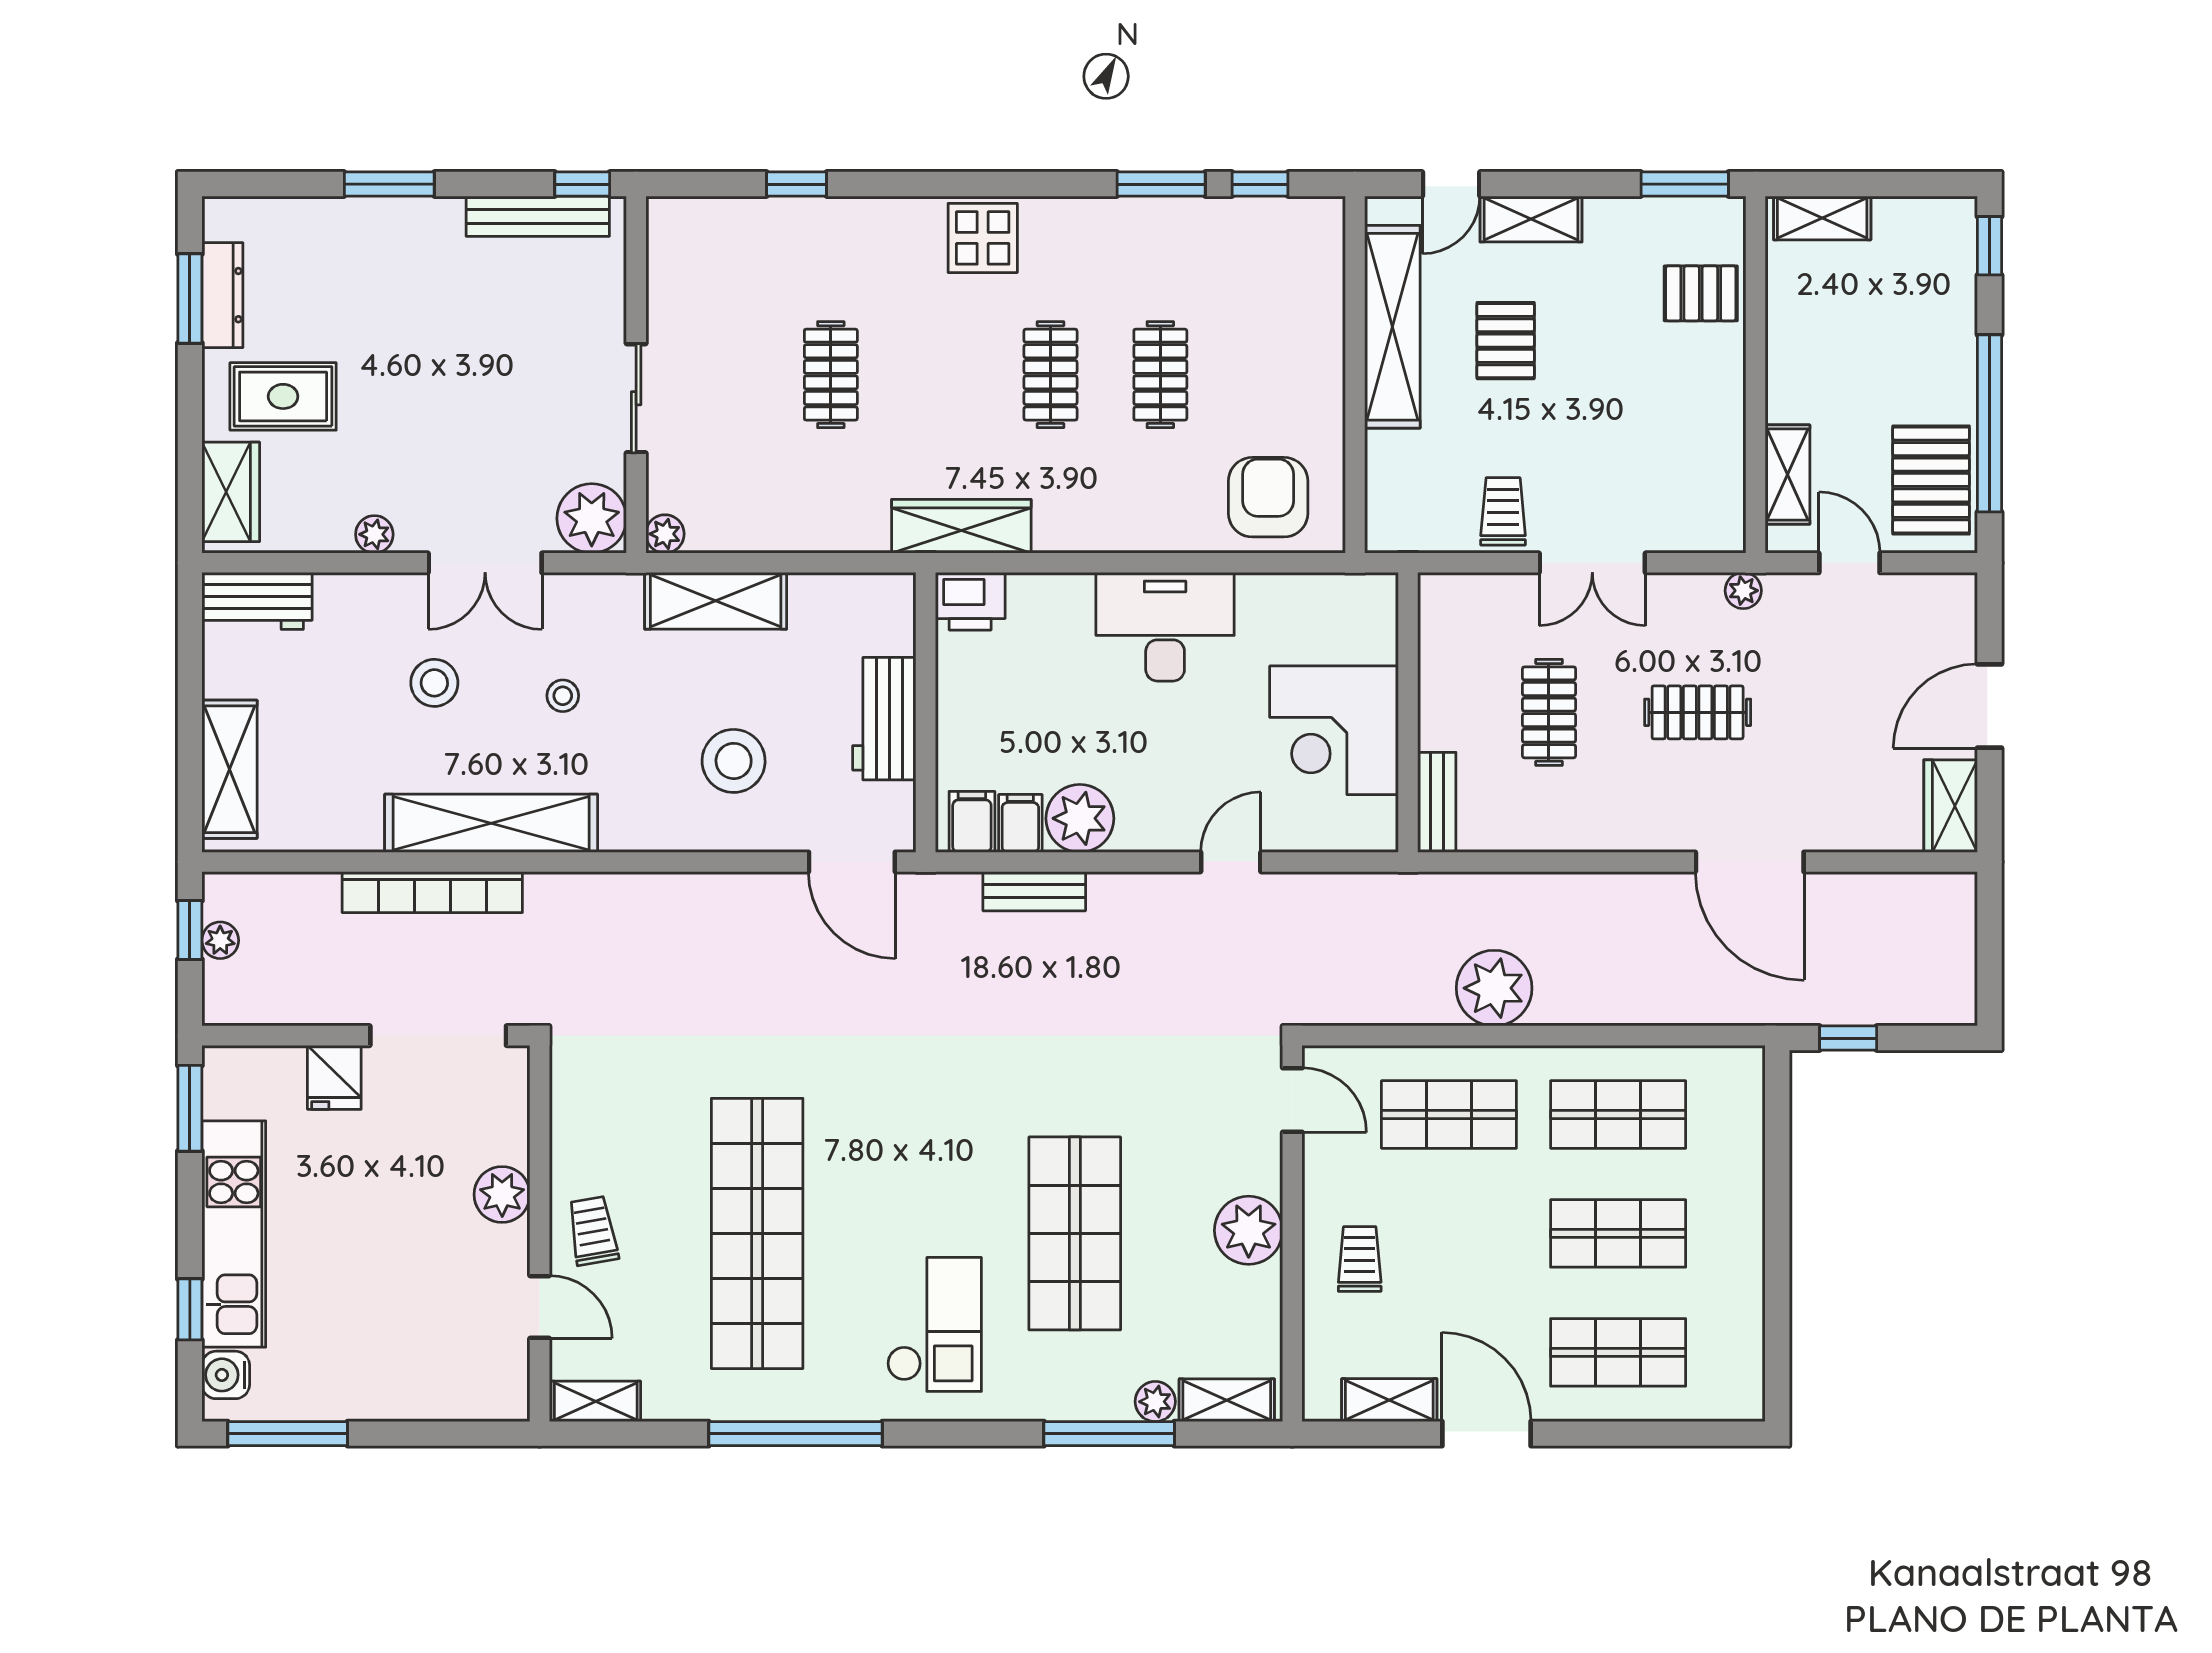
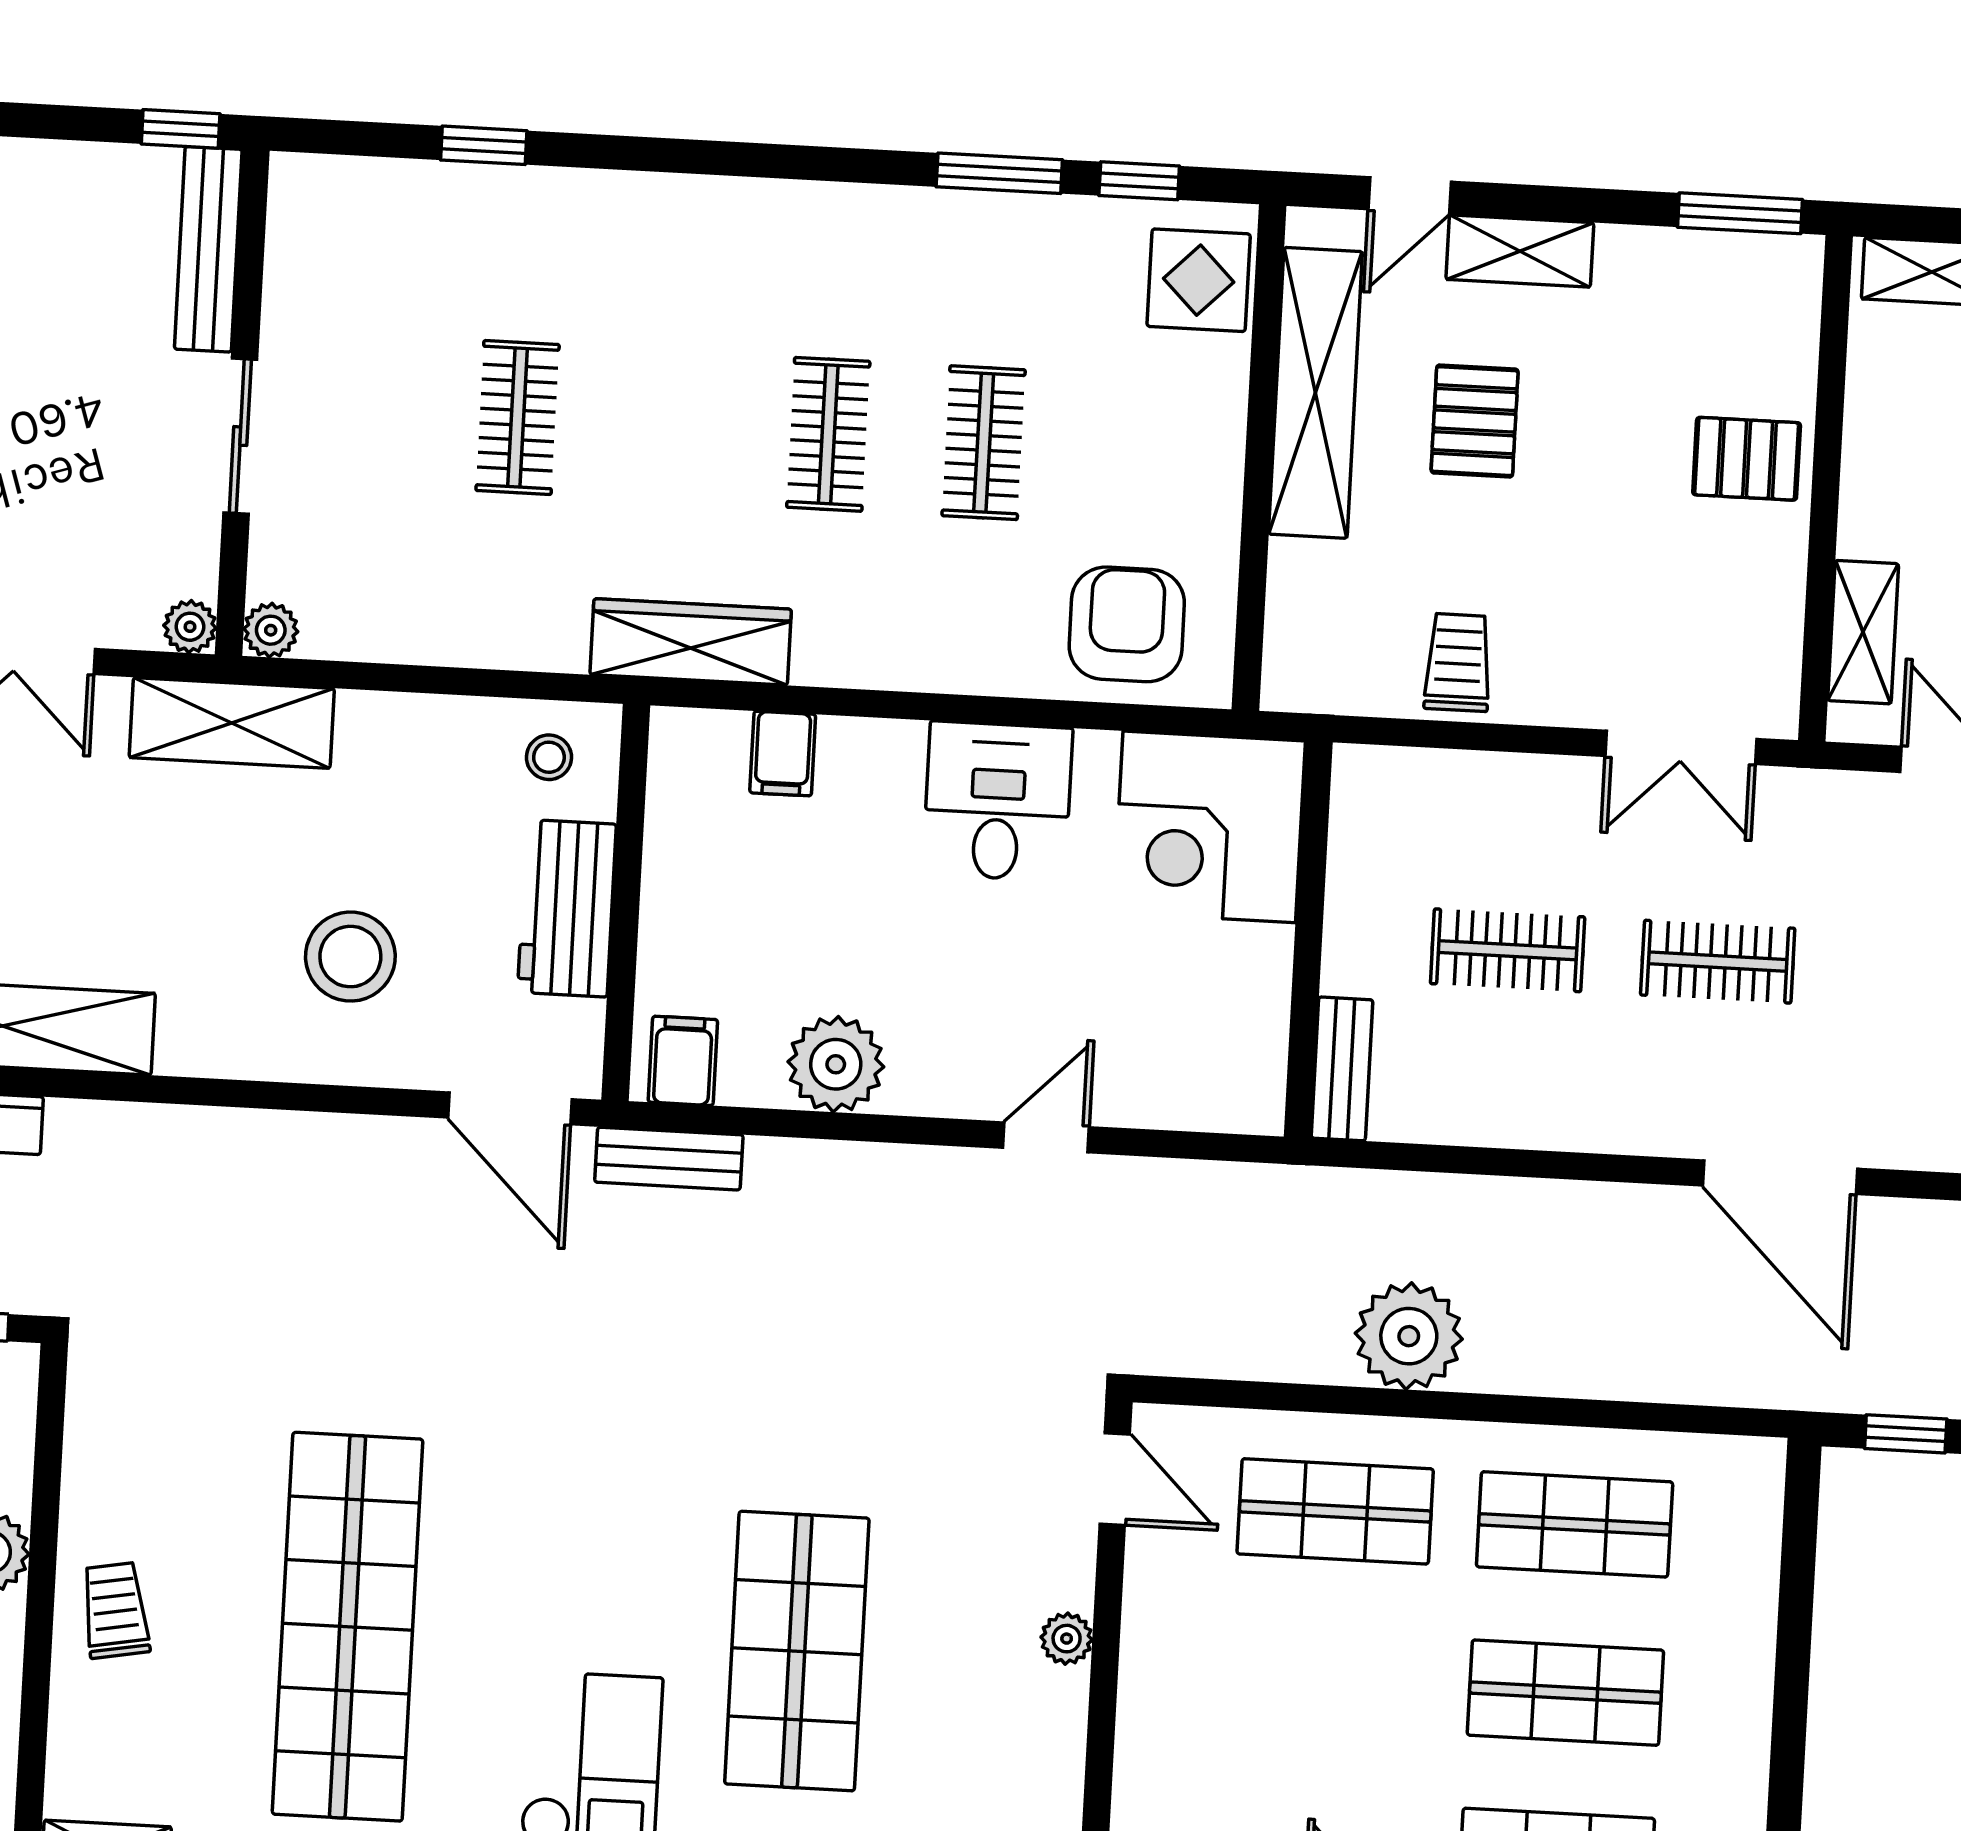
bench: (538, 216) -> (208, 249), moved, turned 90
display table: (983, 238) -> (1199, 280), moved
pallet: (1701, 293) -> (1747, 459), moved
plant: (592, 518) -> (190, 627), width x0.53, depth x0.53
double door: (1592, 563) -> (1681, 747), moved
plant: (1743, 591) -> (1792, 793), removed
shelving: (716, 601) -> (232, 723), moved
printer: (970, 601) -> (697, 749), removed
desk: (1165, 627) -> (998, 801), width x0.73
stool: (563, 696) -> (549, 757), moved
clothes rail: (1549, 712) -> (1508, 950), turned 90
corner desk: (1334, 730) -> (1209, 827), moved
filing cabinet: (1020, 823) -> (783, 754), moved, turned 180
bench: (1034, 891) -> (669, 1159), moved
plant: (1249, 1230) -> (1067, 1639), width x0.53, depth x0.53
trolley: (1360, 1259) -> (1198, 1709), removed
door: (540, 1307) -> (34, 1714), removed

